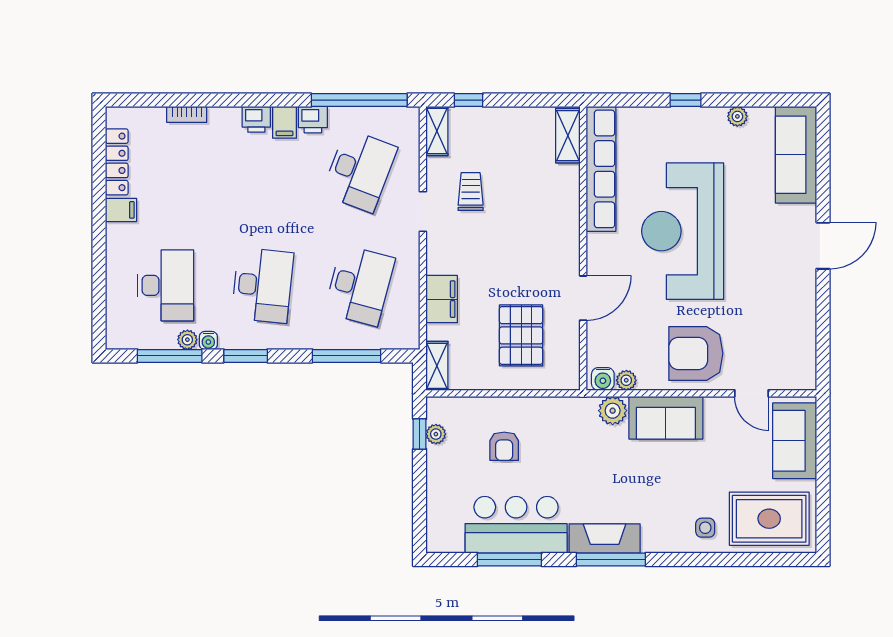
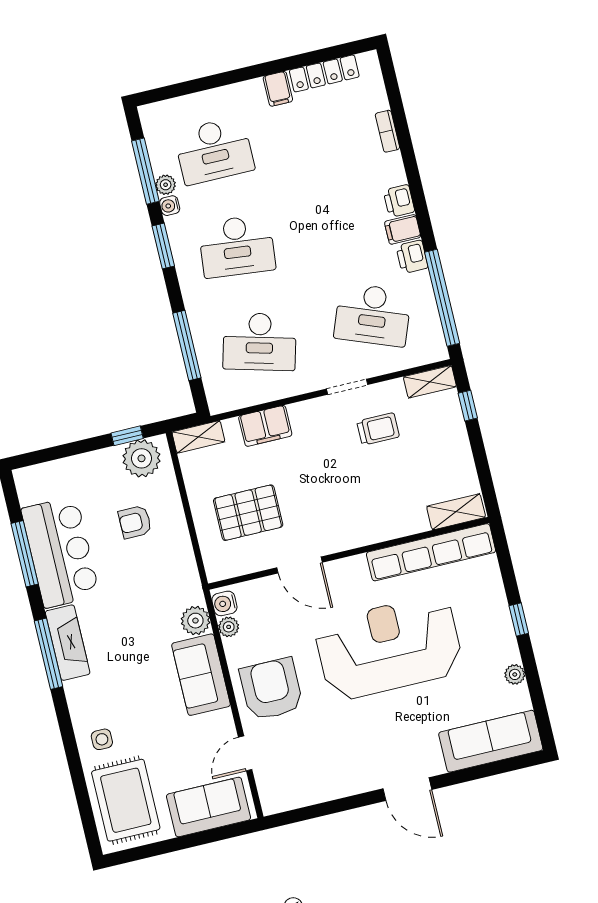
plant: (436, 434) -> (142, 458), width x1.87, depth x1.87

